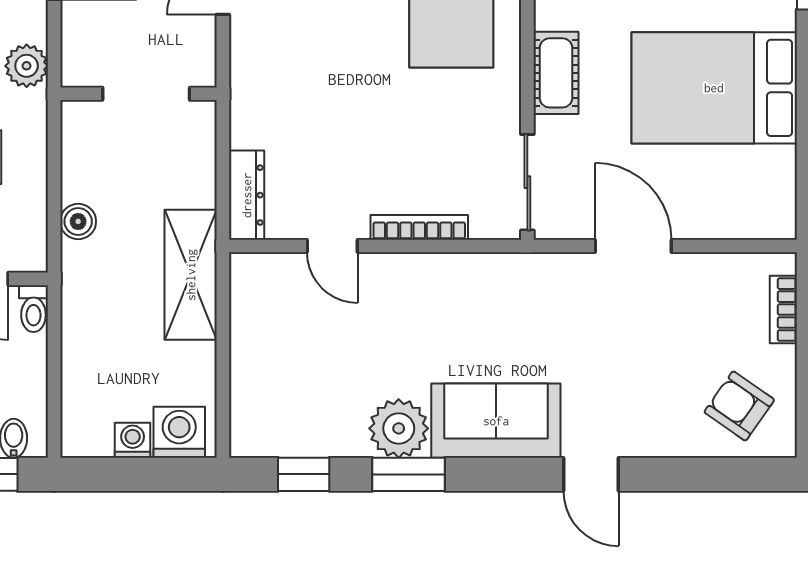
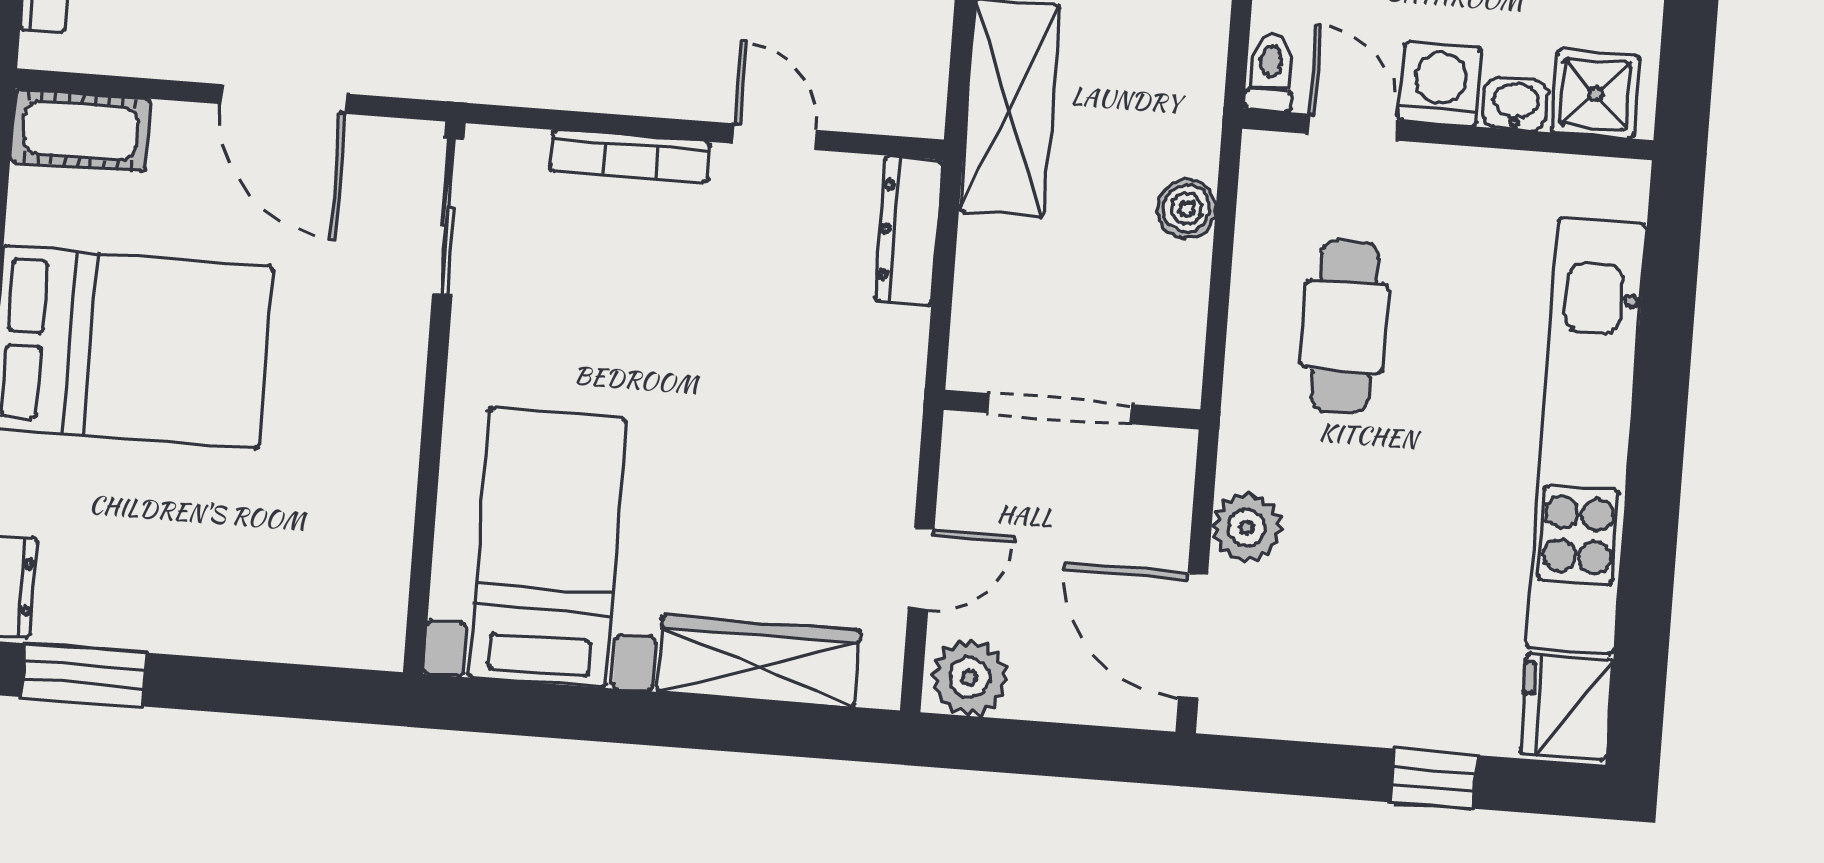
plant: (27, 66) -> (1247, 527), moved
cot: (556, 73) -> (80, 130), moved, turned 90

